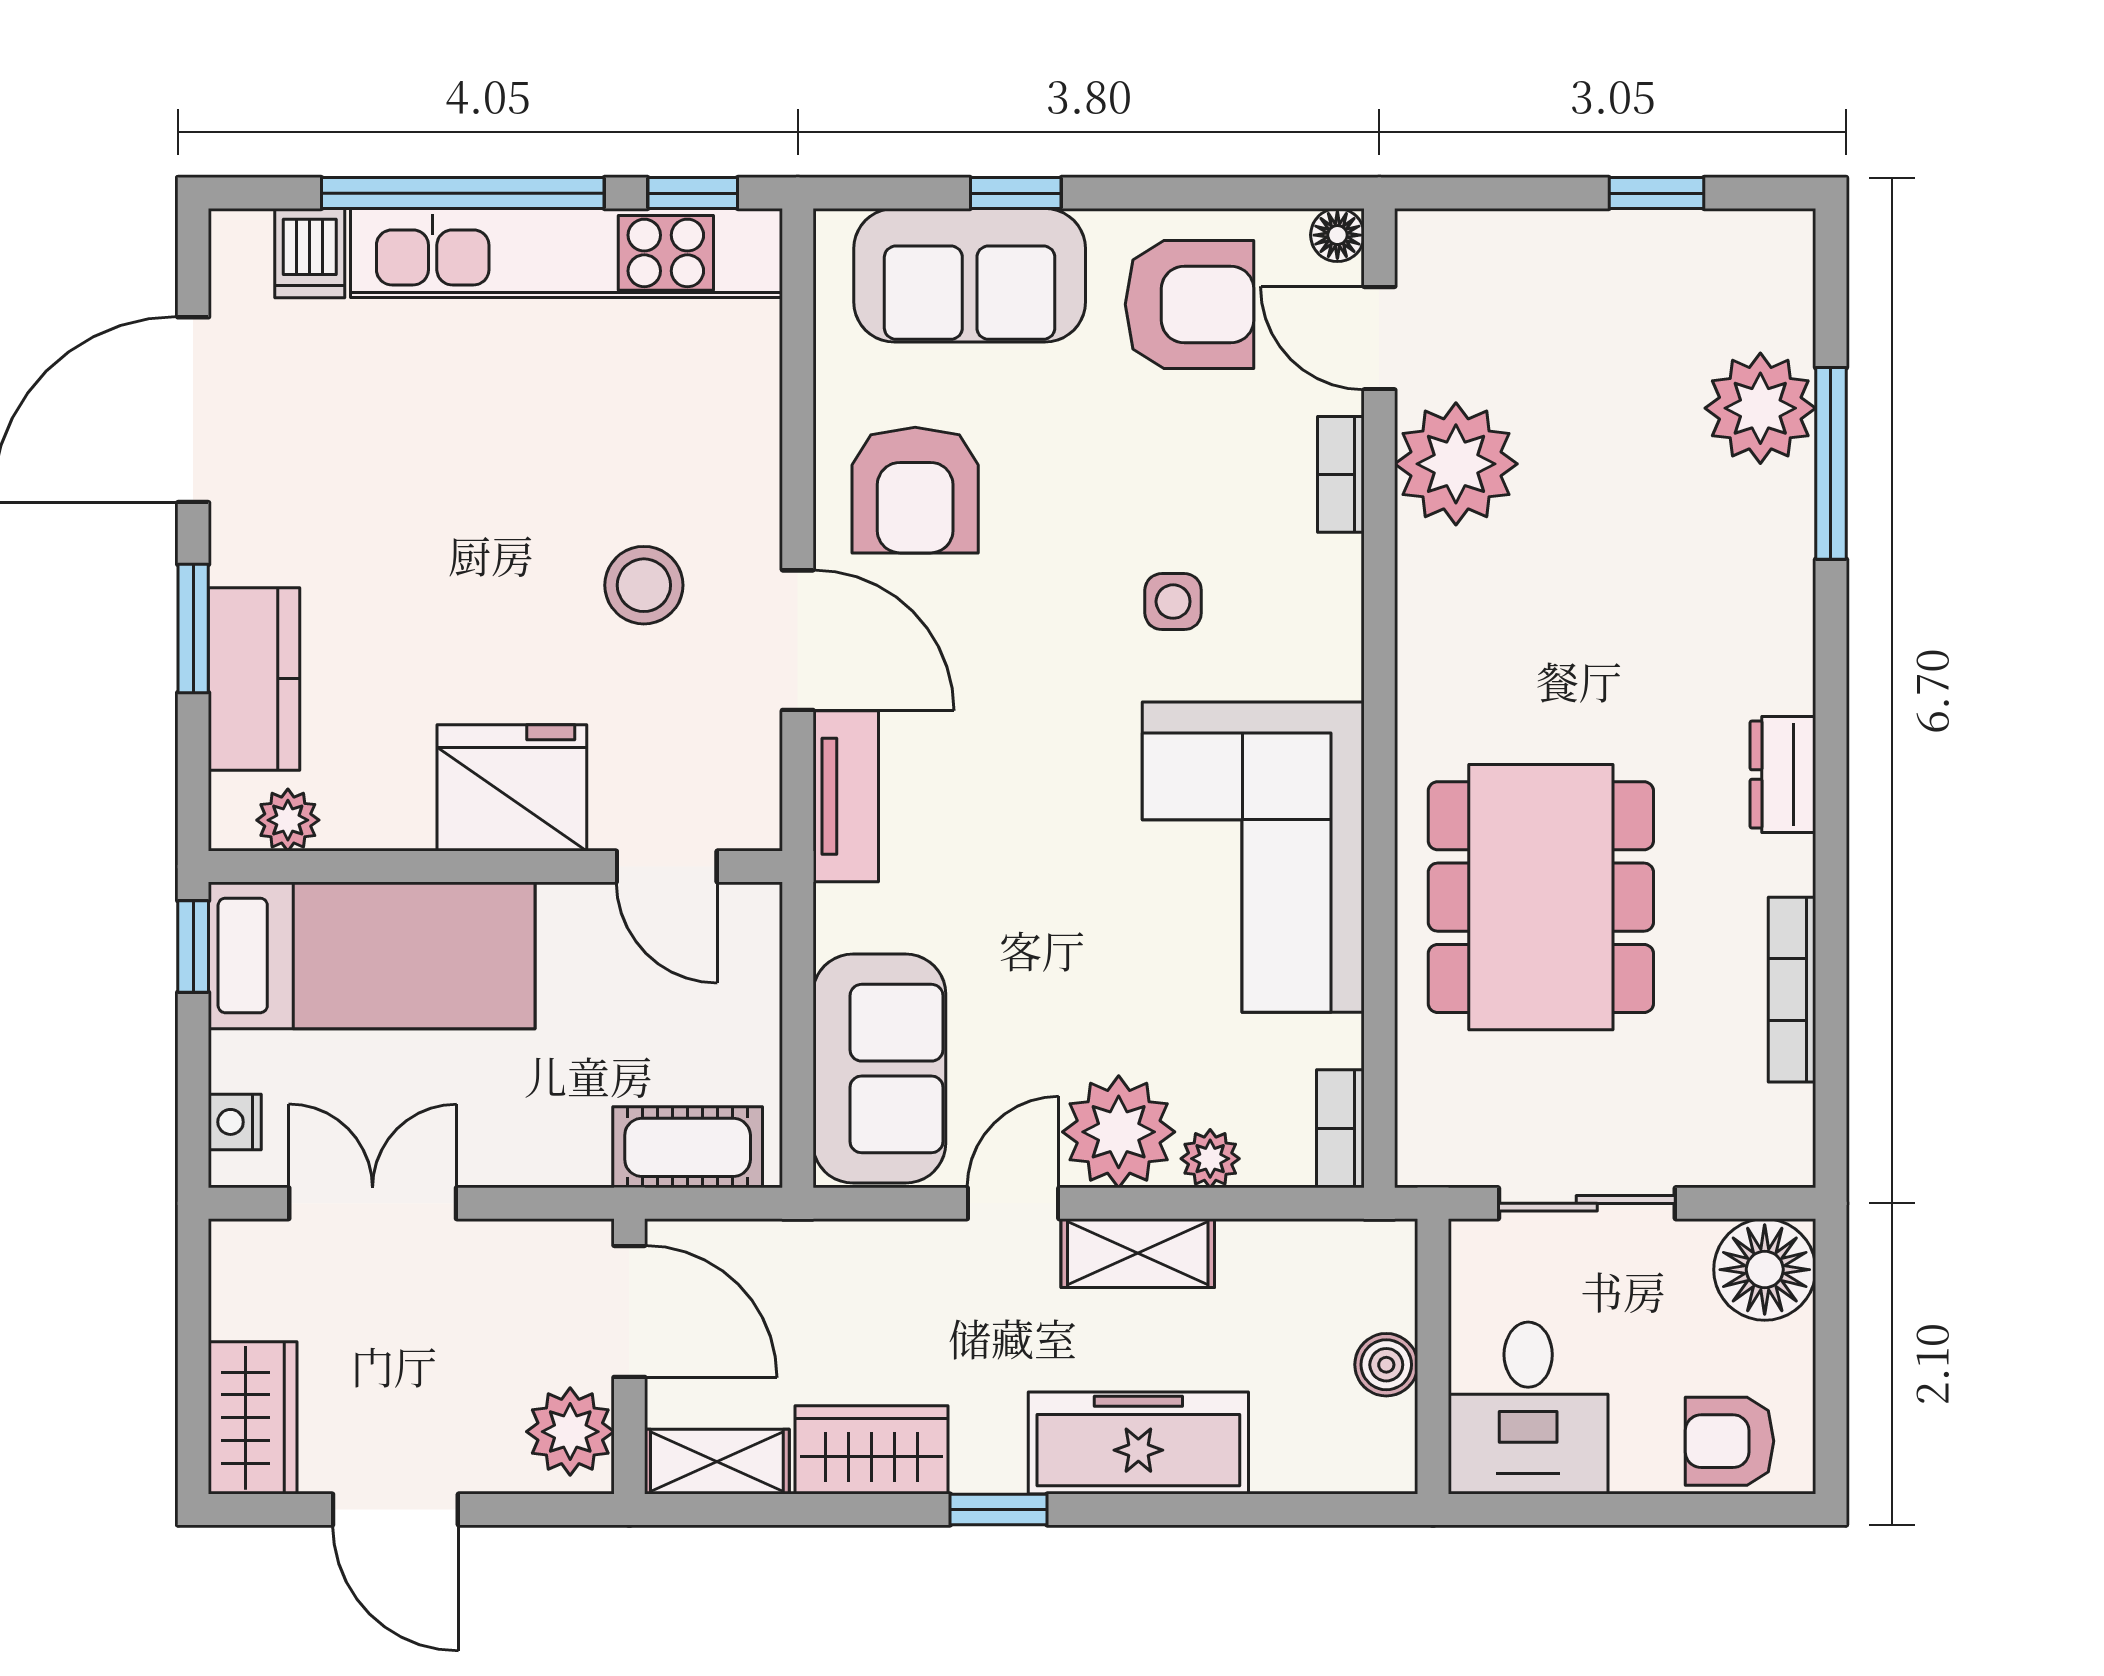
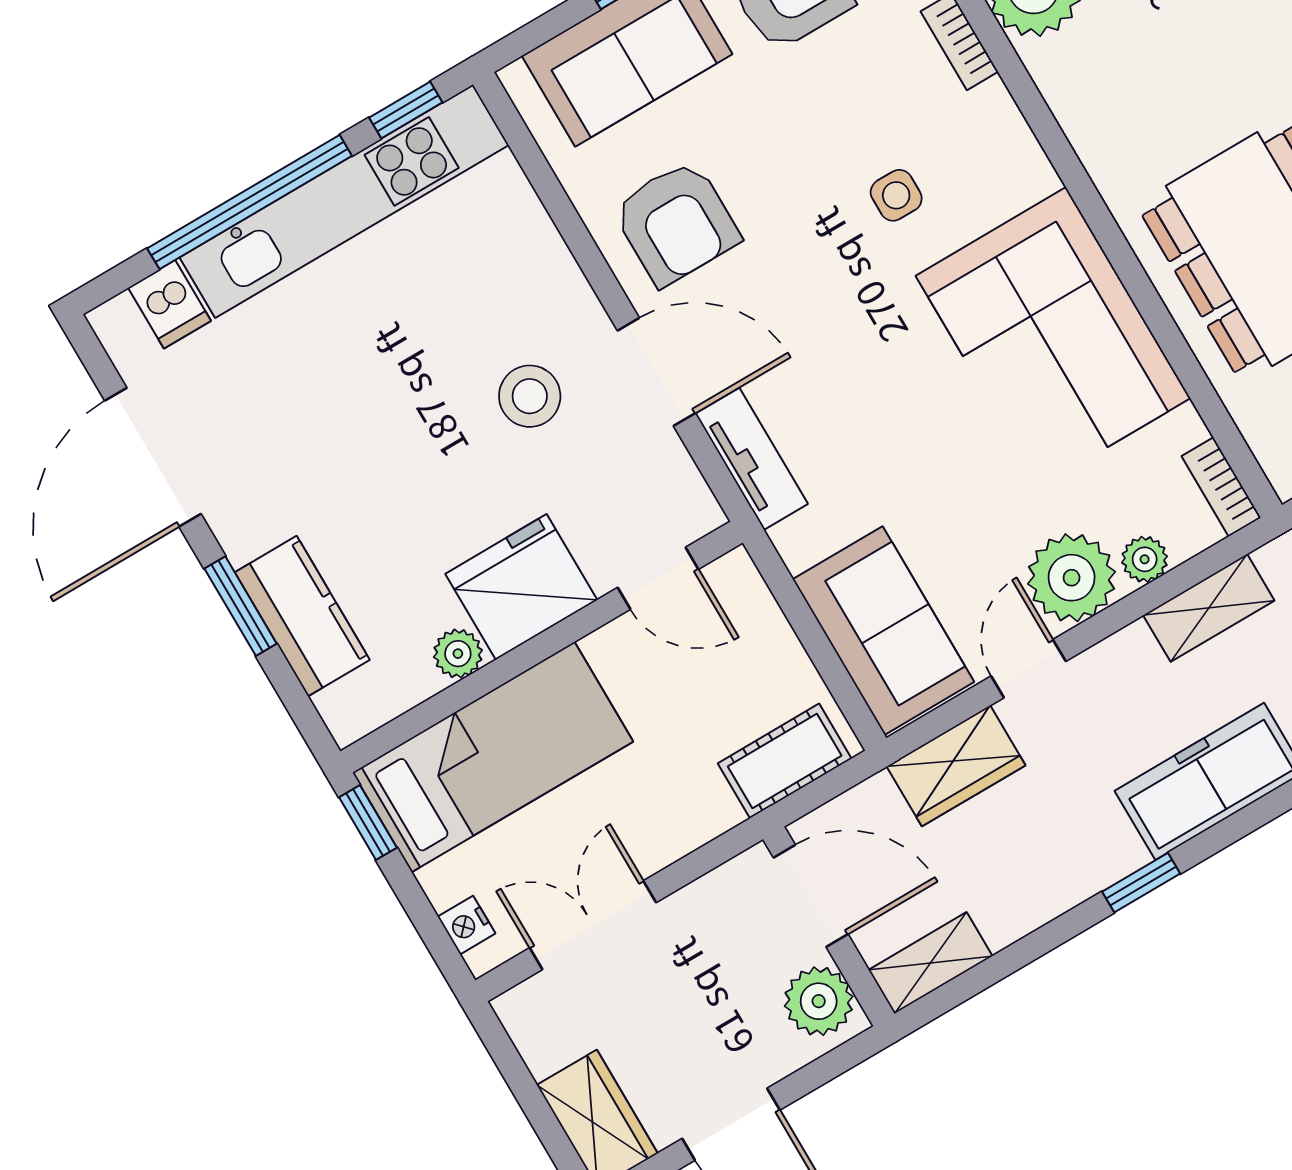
plant: (288, 820) -> (458, 654), moved
shelving: (1138, 1253) -> (1209, 608), moved
wardrobe: (872, 1450) -> (956, 766), moved, turned 180

